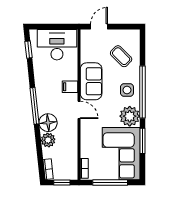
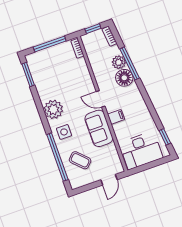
window: (142, 92) -> (57, 157), moved
window: (35, 106) -> (130, 63), moved
window: (142, 141) -> (28, 75), moved
corner sofa: (121, 154) -> (49, 73), removed

